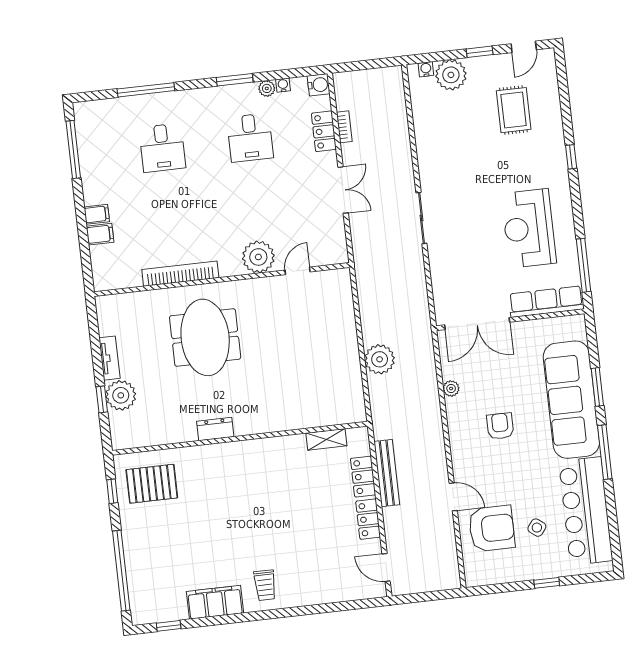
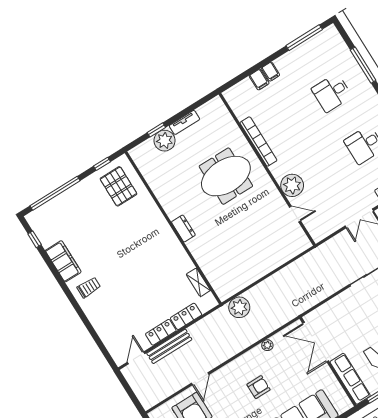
plant: (380, 359) -> (239, 307), moved
dresser: (215, 429) -> (183, 228), moved
bench: (387, 473) -> (169, 346), moved
trolley: (265, 585) -> (89, 287), turned 180

